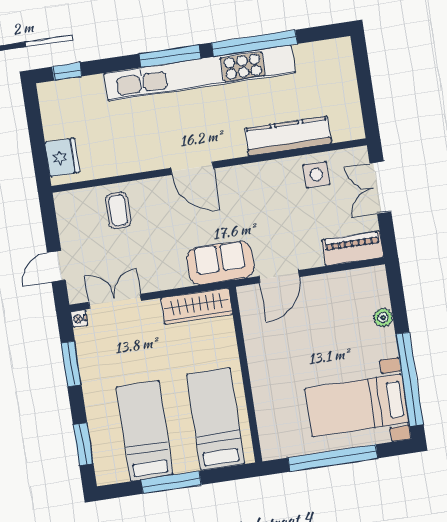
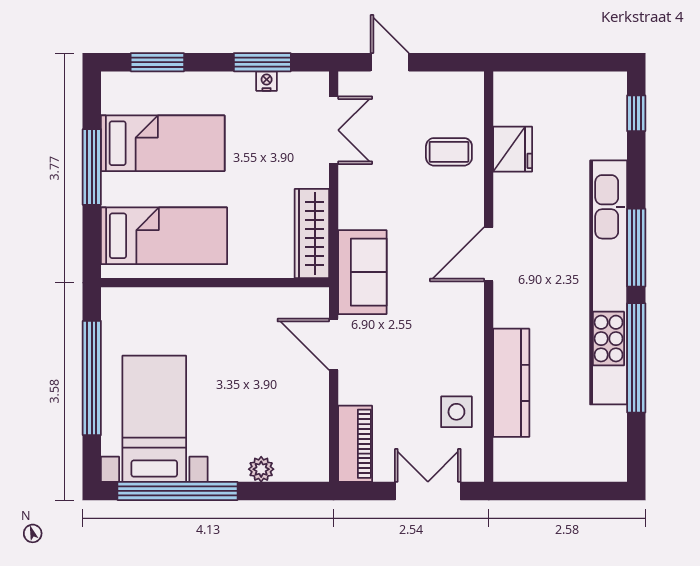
fridge: (62, 157) -> (513, 149), moved, turned -90
nightstand: (79, 319) -> (267, 81), moved

